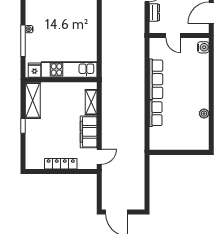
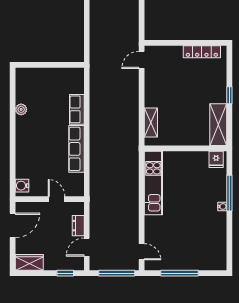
kitchen unit: (69, 69) -> (153, 183), moved, turned -90
filing cabinet: (89, 132) -> (154, 88), removed
locker: (61, 164) -> (202, 52), moved

